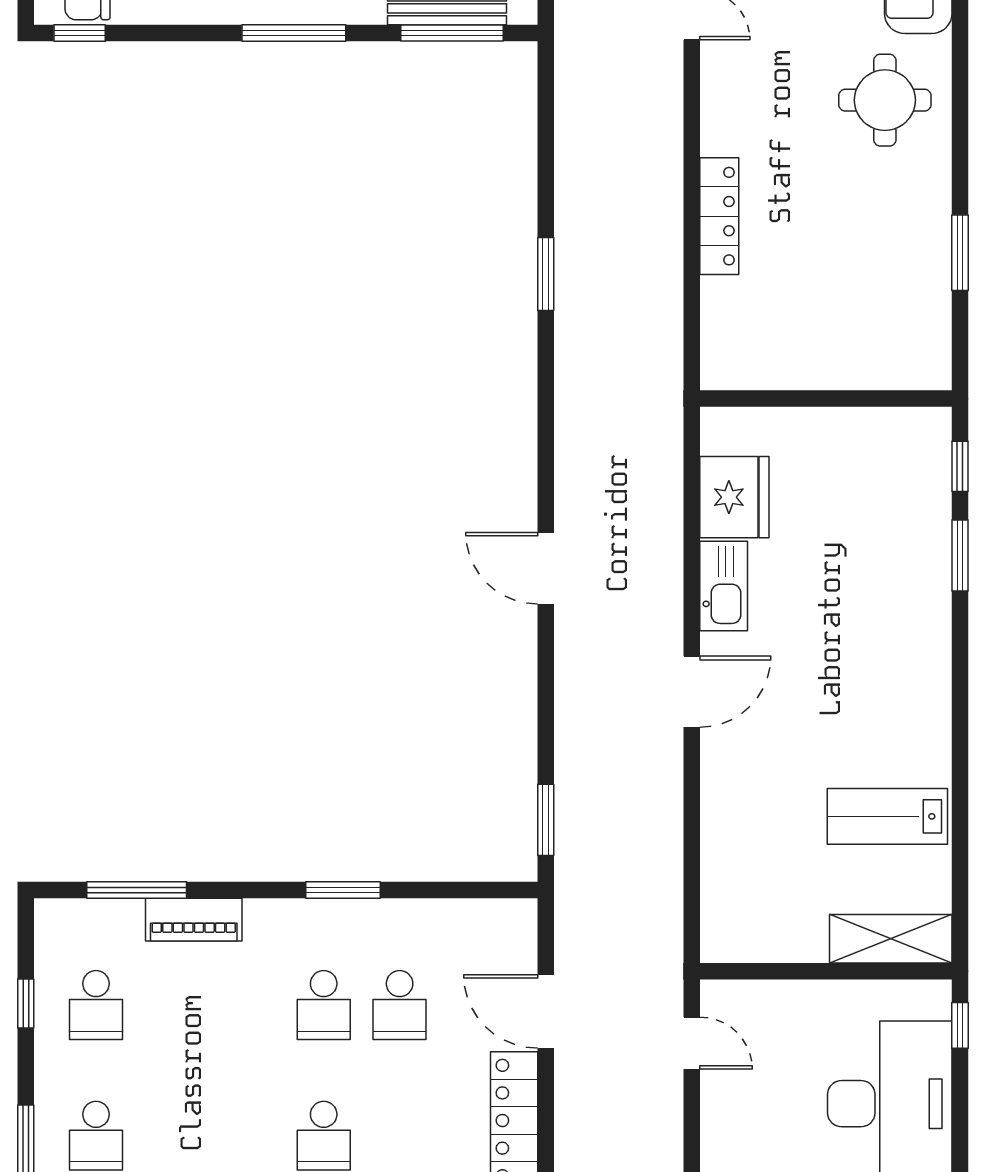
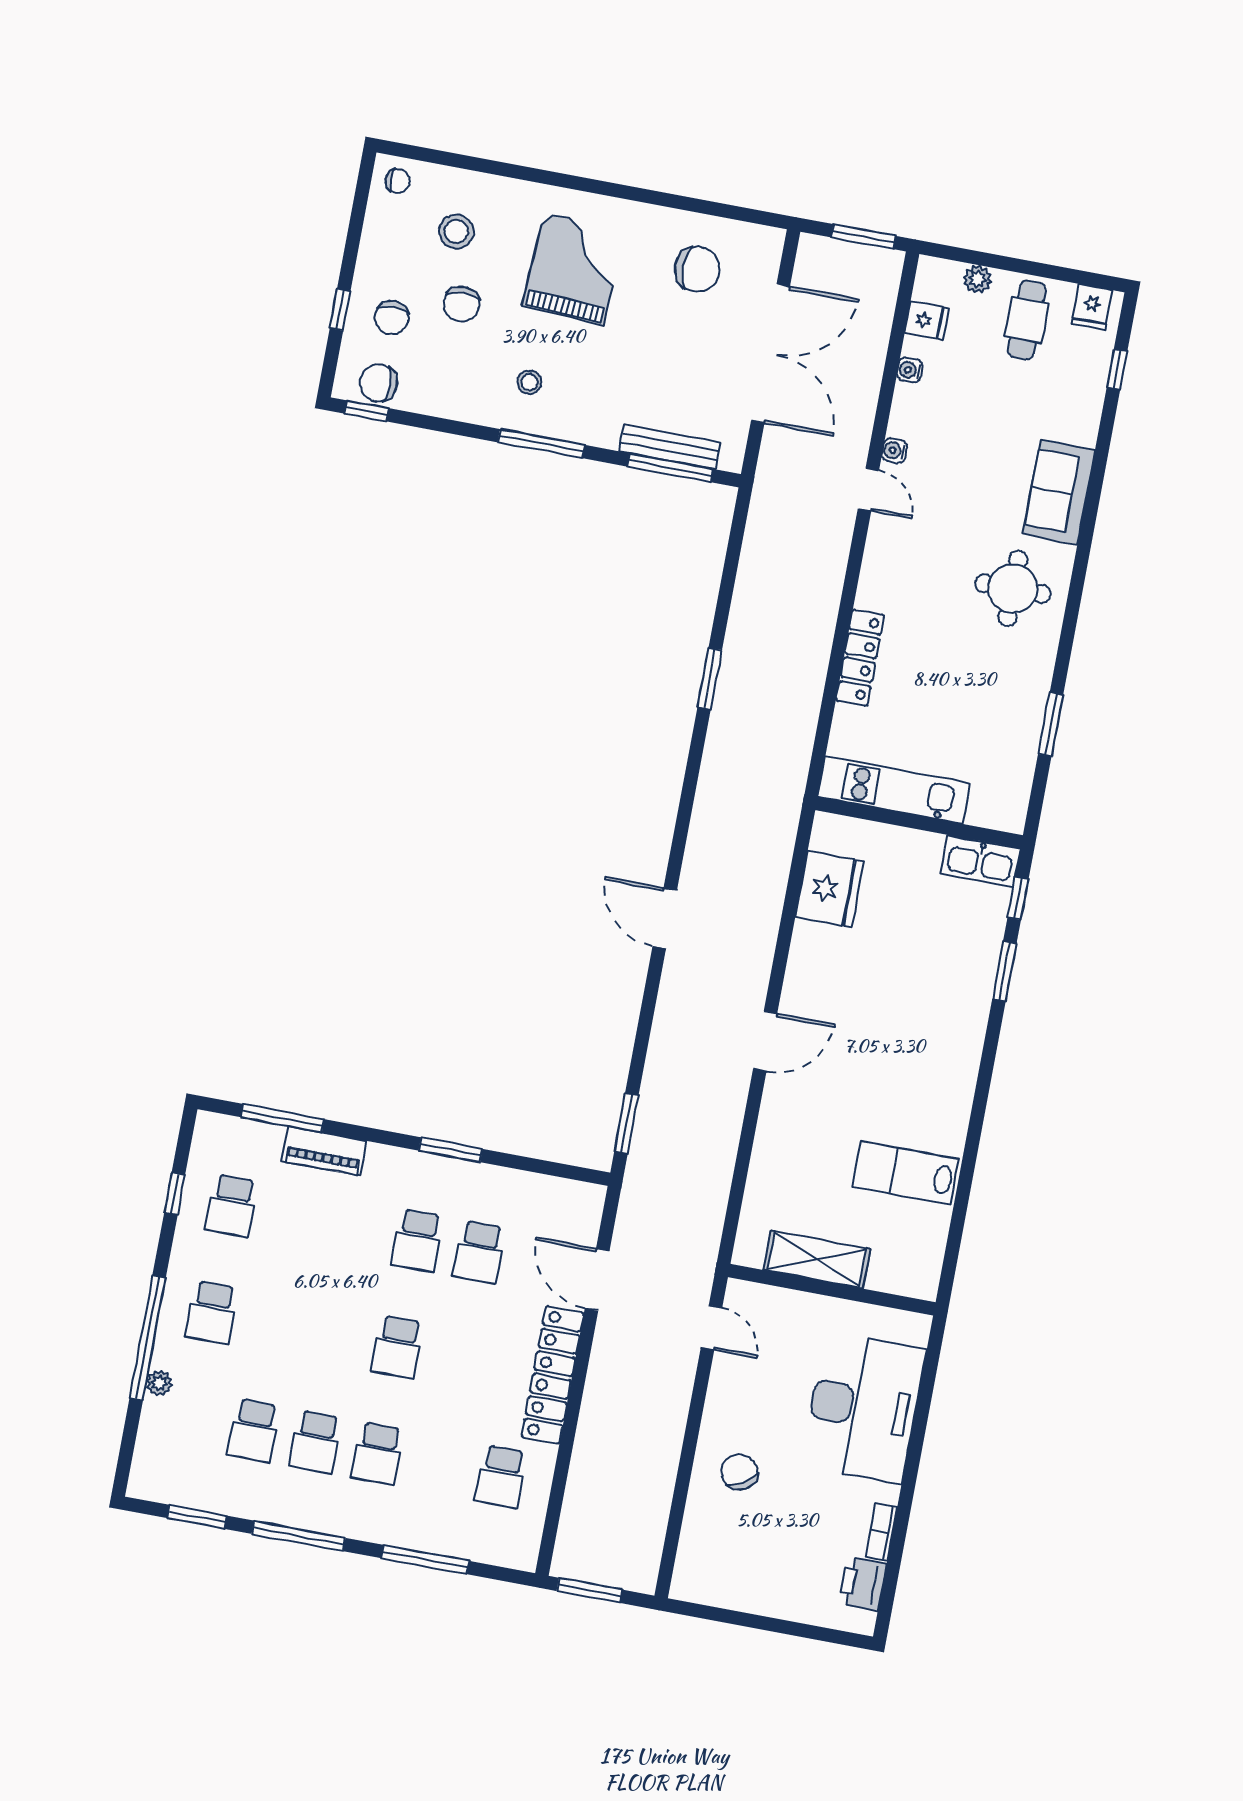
kitchen unit: (789, 365) -> (894, 790), added
kitchen sink: (724, 586) -> (980, 861), moved, turned 90
shelving: (891, 939) -> (817, 1259), moved
window: (960, 1025) -> (933, 1354), removed

